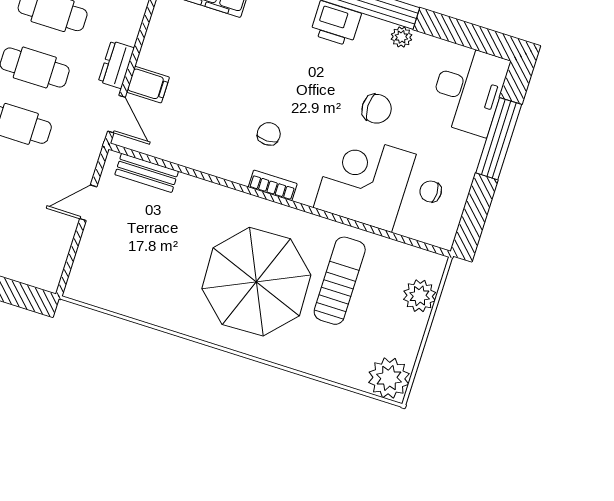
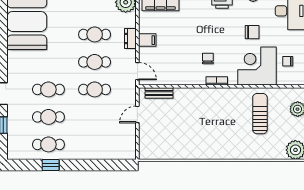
dresser: (116, 65) -> (130, 39), moved
filing cabinet: (148, 85) -> (147, 40), moved
parasol: (256, 282) -> (223, 126), removed

